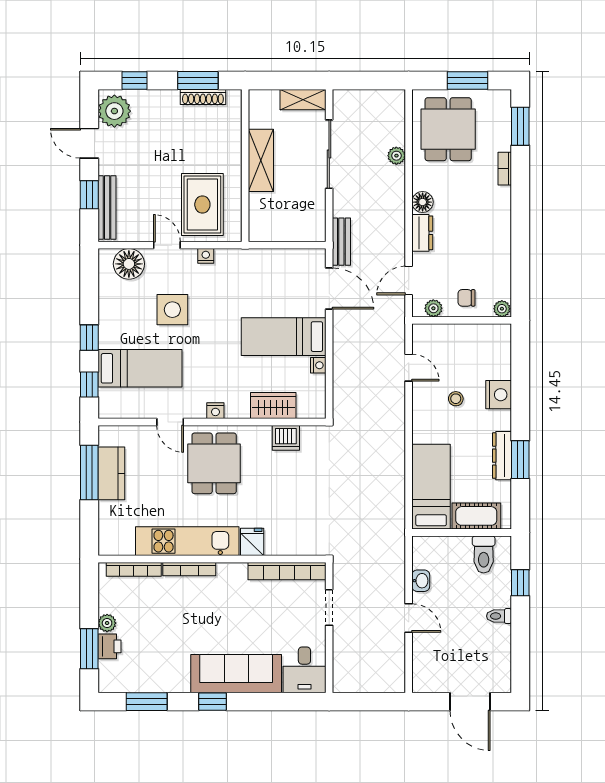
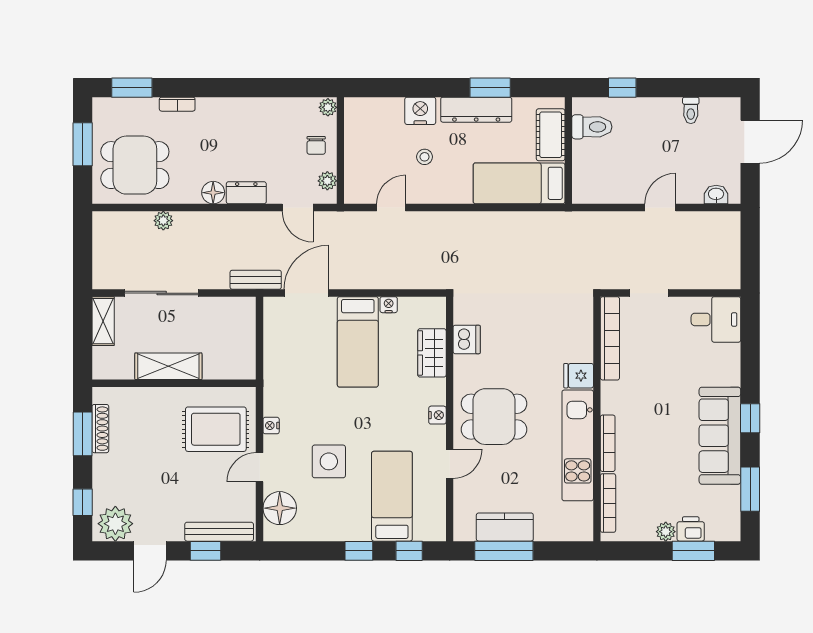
dresser: (502, 456) -> (476, 110), width x1.37, depth x1.24
washbasin: (421, 581) -> (716, 194), moved
toilet: (499, 616) -> (691, 110), moved
sofa: (236, 674) -> (720, 436), moved

